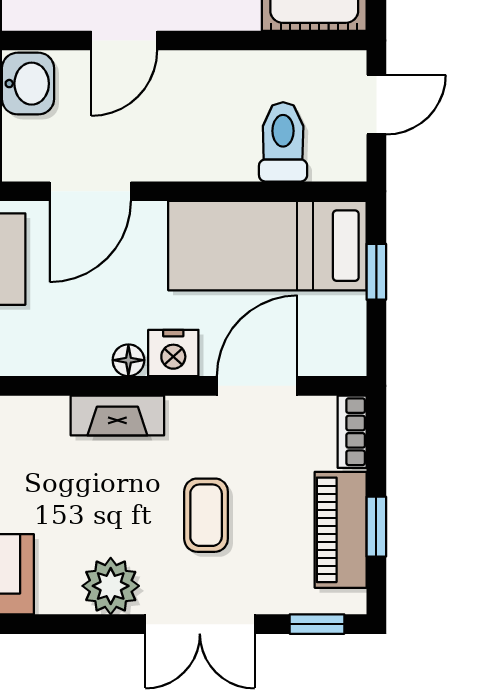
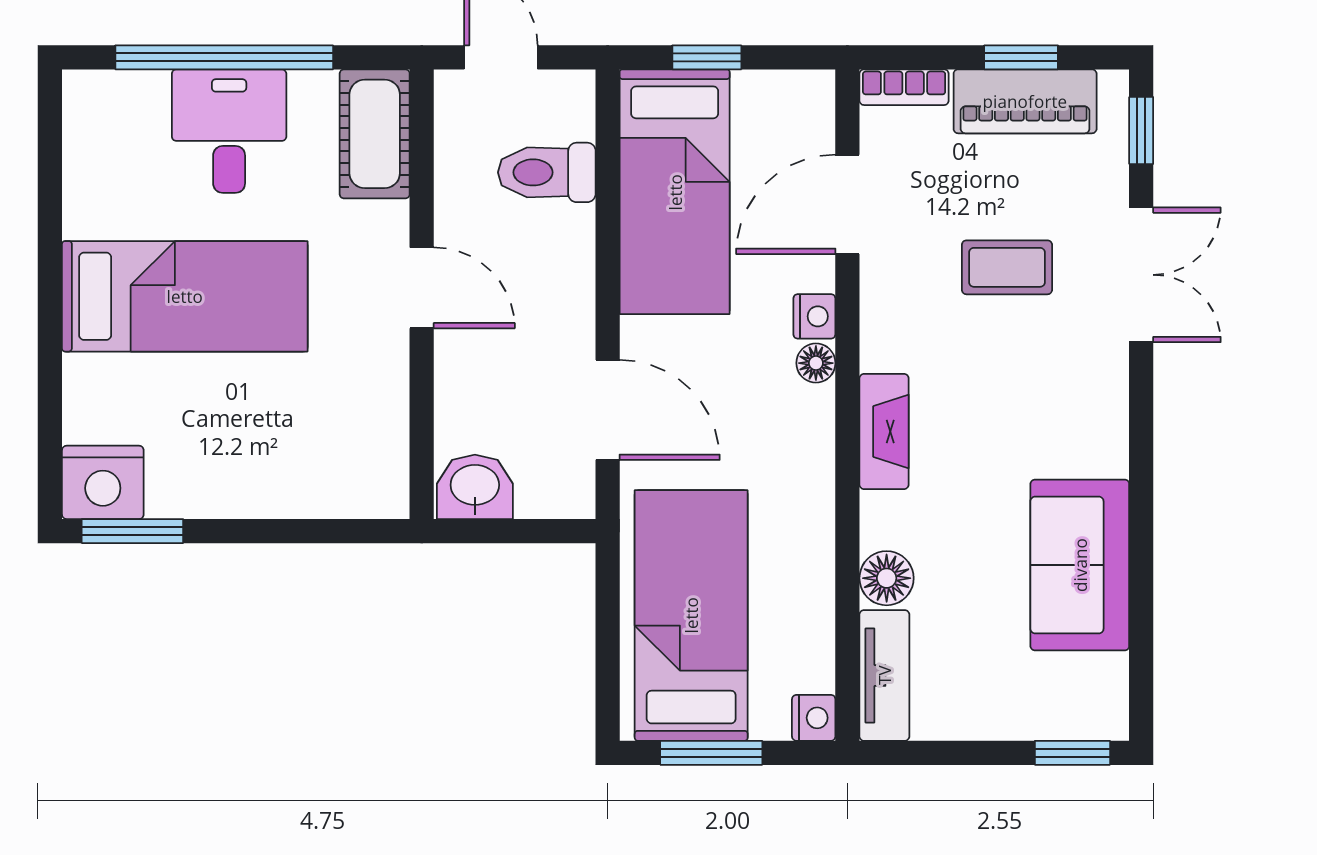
door: (124, 41) -> (422, 288), moved
nightstand: (173, 353) -> (814, 316), width x0.72, depth x0.74
door: (257, 386) -> (847, 204), hinge flipped
fireplace: (117, 415) -> (884, 431), moved
plant: (111, 586) -> (1094, 385), removed

